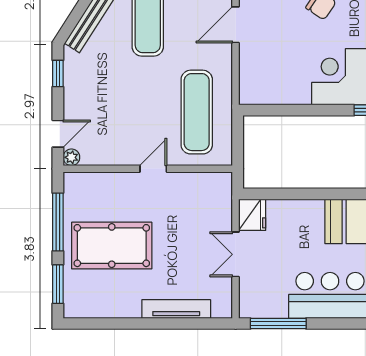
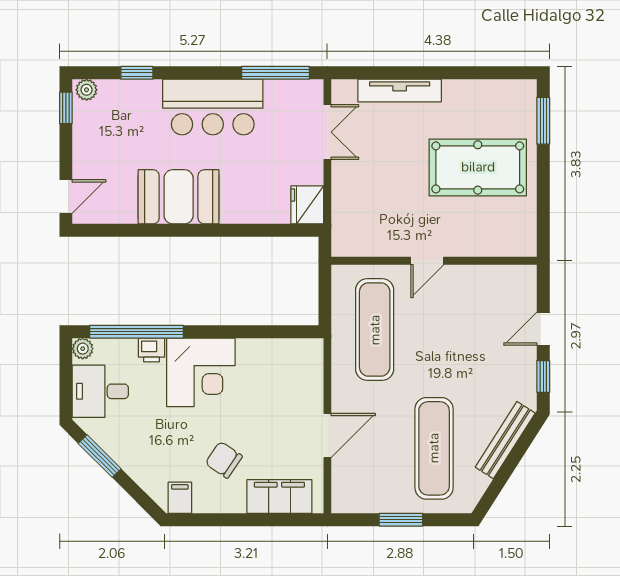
door: (58, 134) -> (543, 329), moved
plant: (71, 157) -> (527, 275), removed
window: (58, 222) -> (543, 196), removed
double door: (236, 254) -> (327, 132), moved

